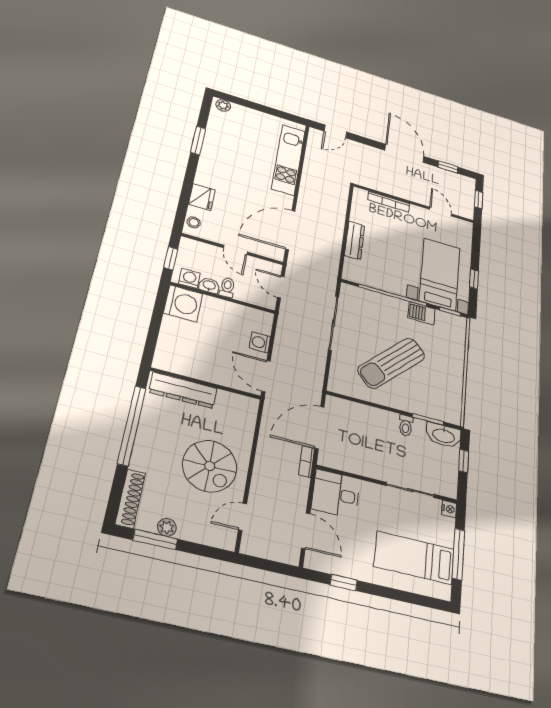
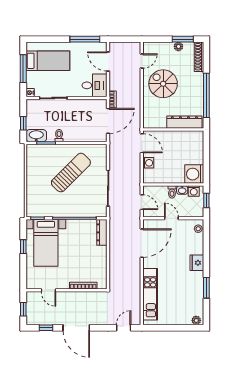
fridge: (202, 197) -> (197, 263), moved
dresser: (355, 240) -> (102, 232), moved
barbecue: (421, 313) -> (56, 211), removed
window: (344, 583) -> (85, 39), width x2.17

